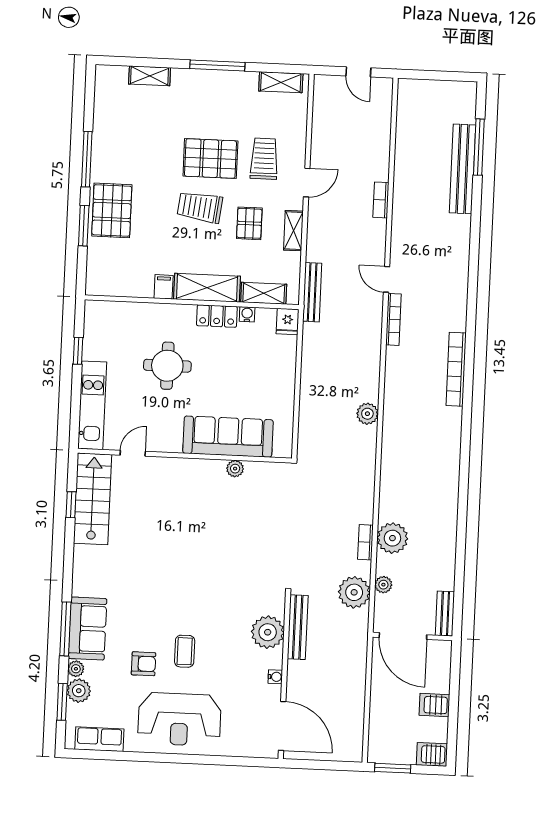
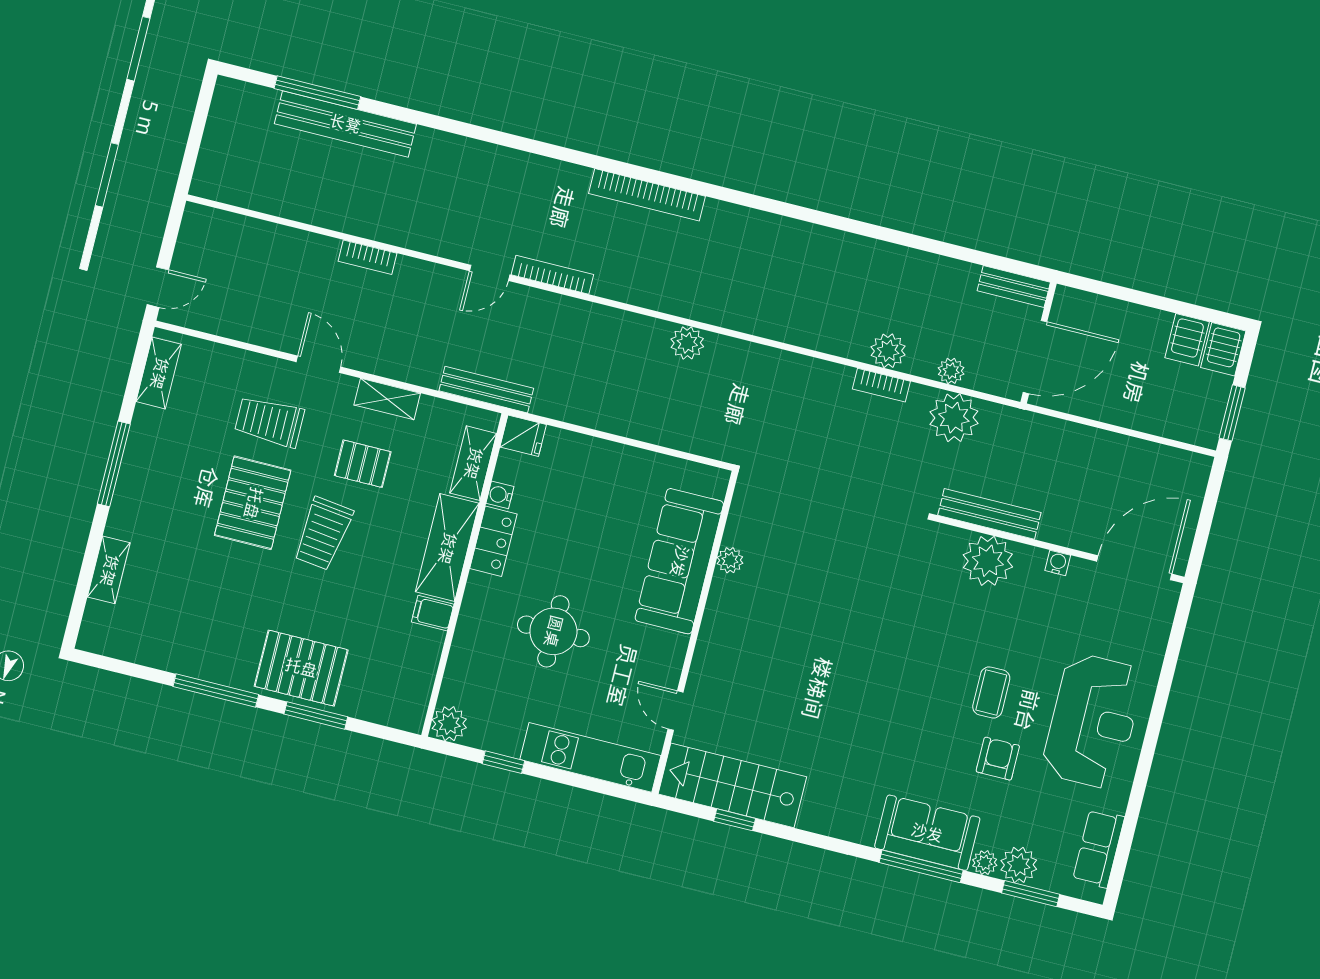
door: (358, 72) -> (158, 287), moved
plant: (96, 311) -> (449, 724), added
plant: (392, 538) -> (888, 351), width x0.73, depth x0.73
coffee table: (185, 651) -> (991, 692), turned 90
server rack: (434, 705) -> (1187, 340), moved

